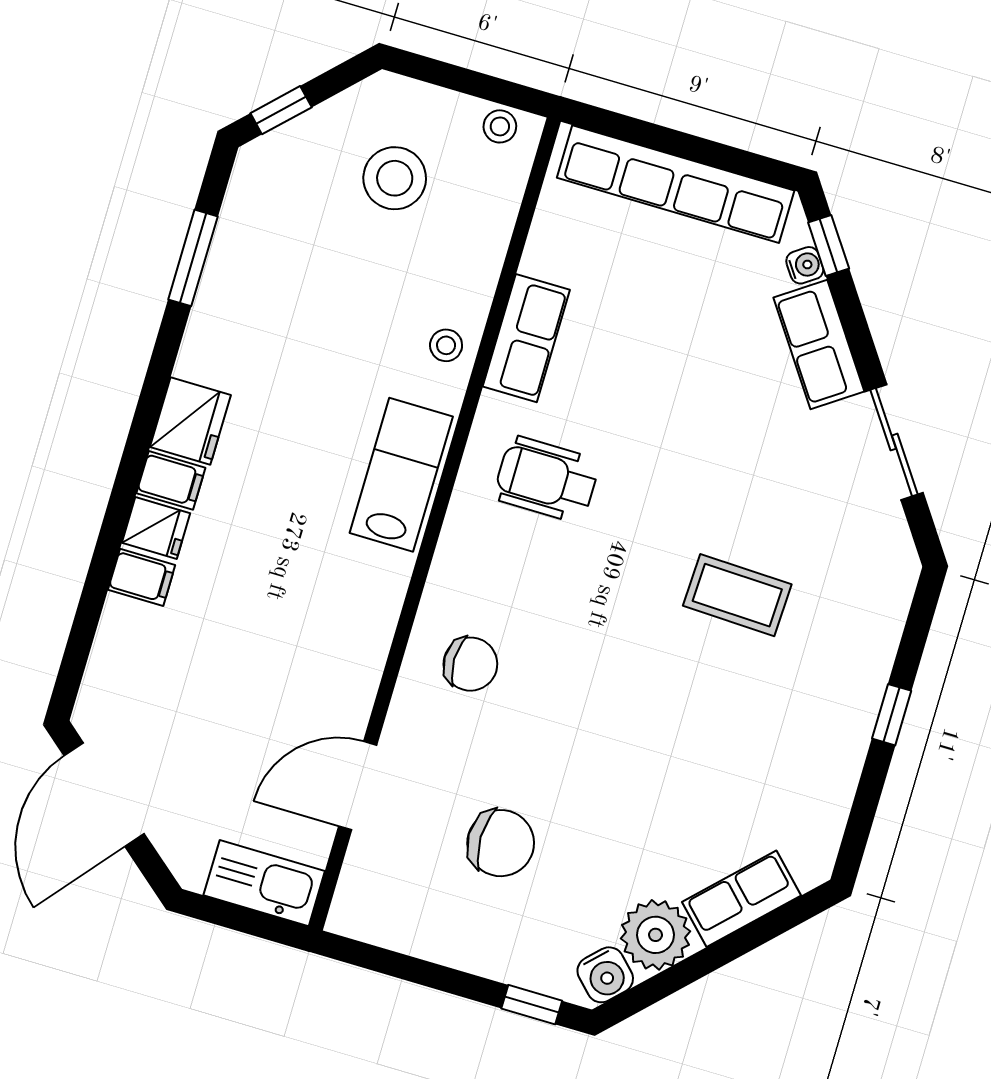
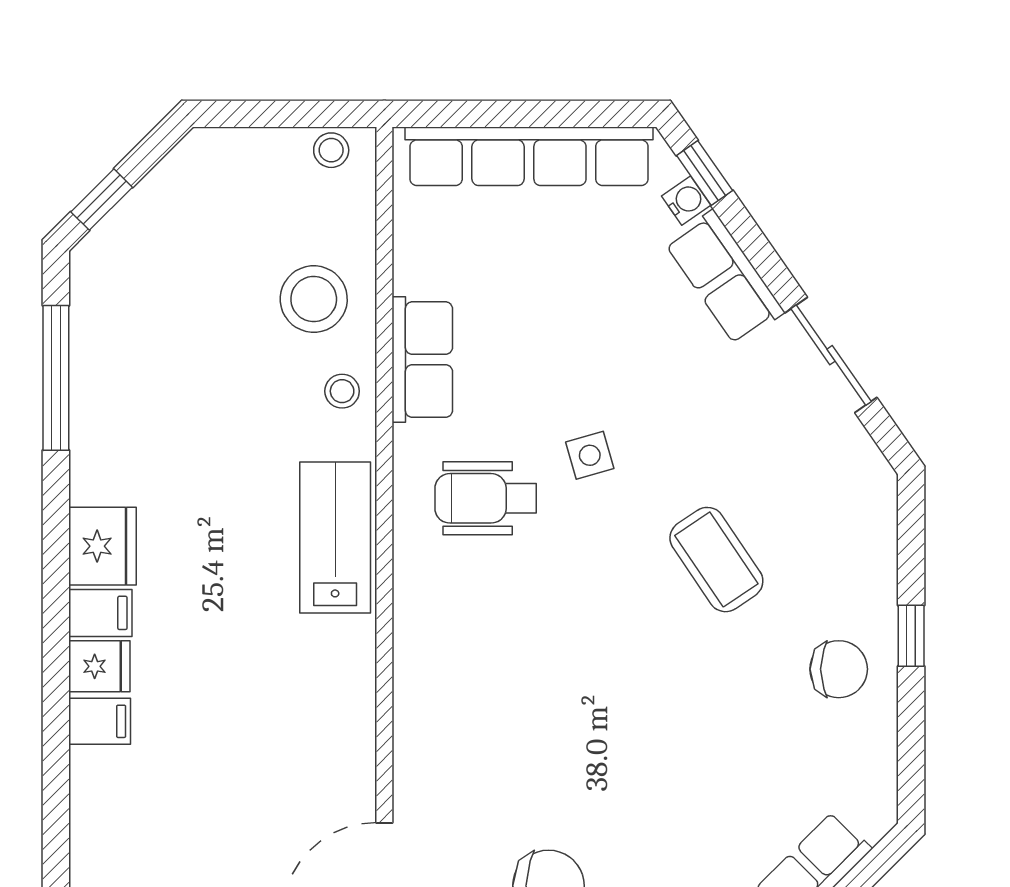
stool: (395, 178) -> (314, 299), moved
window: (193, 258) -> (56, 378), width x1.44
side table: (651, 468) -> (590, 455), added
coffee table: (737, 595) -> (716, 560), turned 54
chair: (470, 664) -> (839, 669), moved

